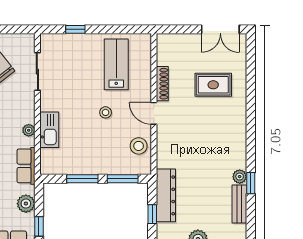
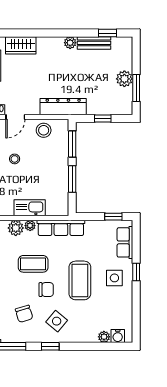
wardrobe: (237, 120) -> (21, 45), added
row of seats: (26, 166) -> (61, 228), width x1.48
window: (251, 183) -> (108, 33), moved
dresser: (166, 195) -> (63, 107), moved
plant: (26, 204) -> (16, 228), moved

